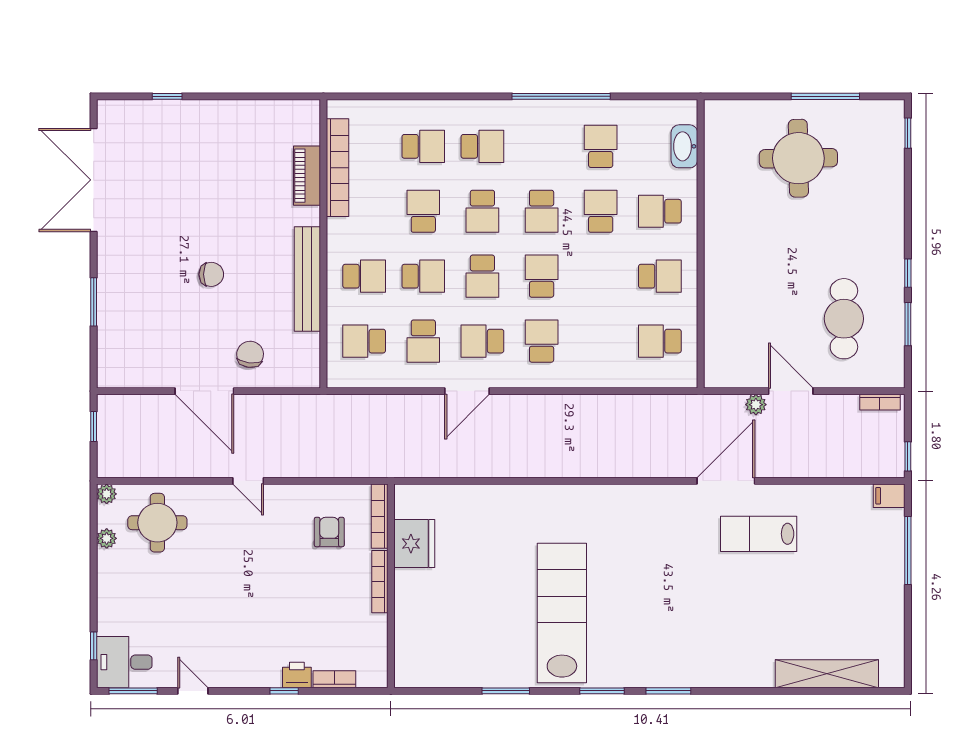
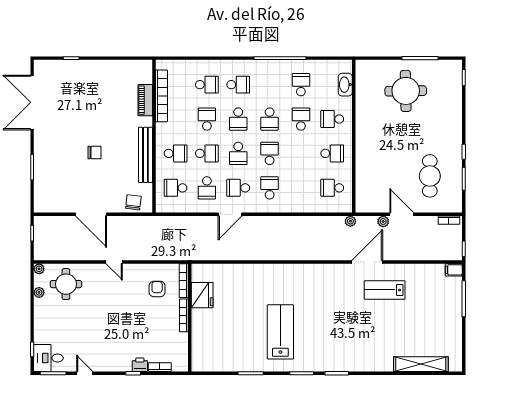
chair: (250, 354) -> (133, 202), moved
plant: (694, 404) -> (350, 221), added
lab bench: (562, 613) -> (280, 332), width x0.73

